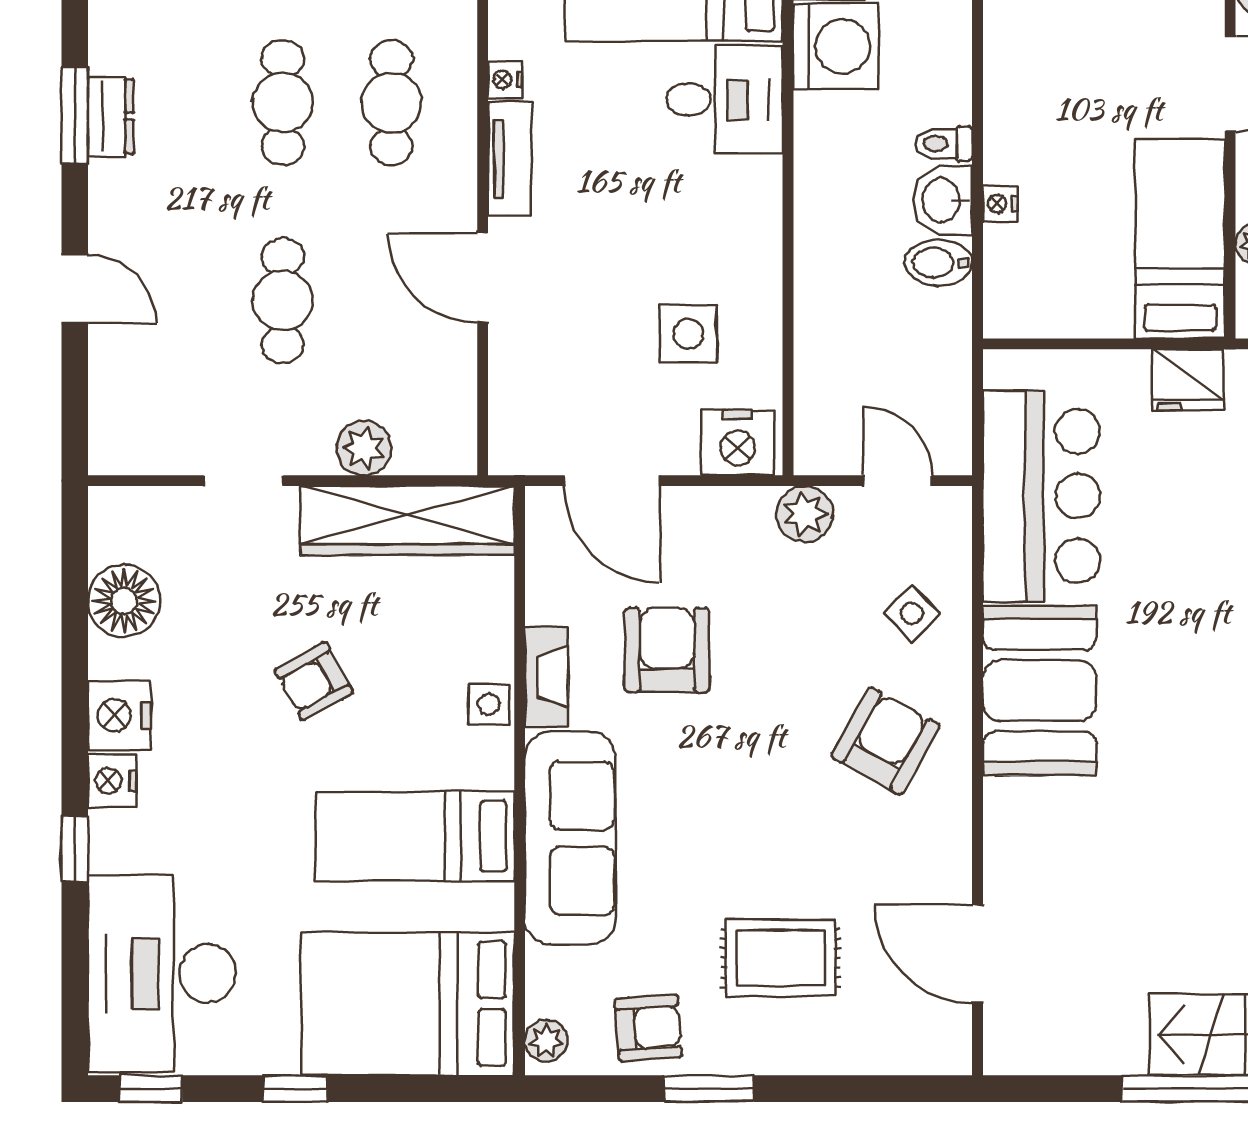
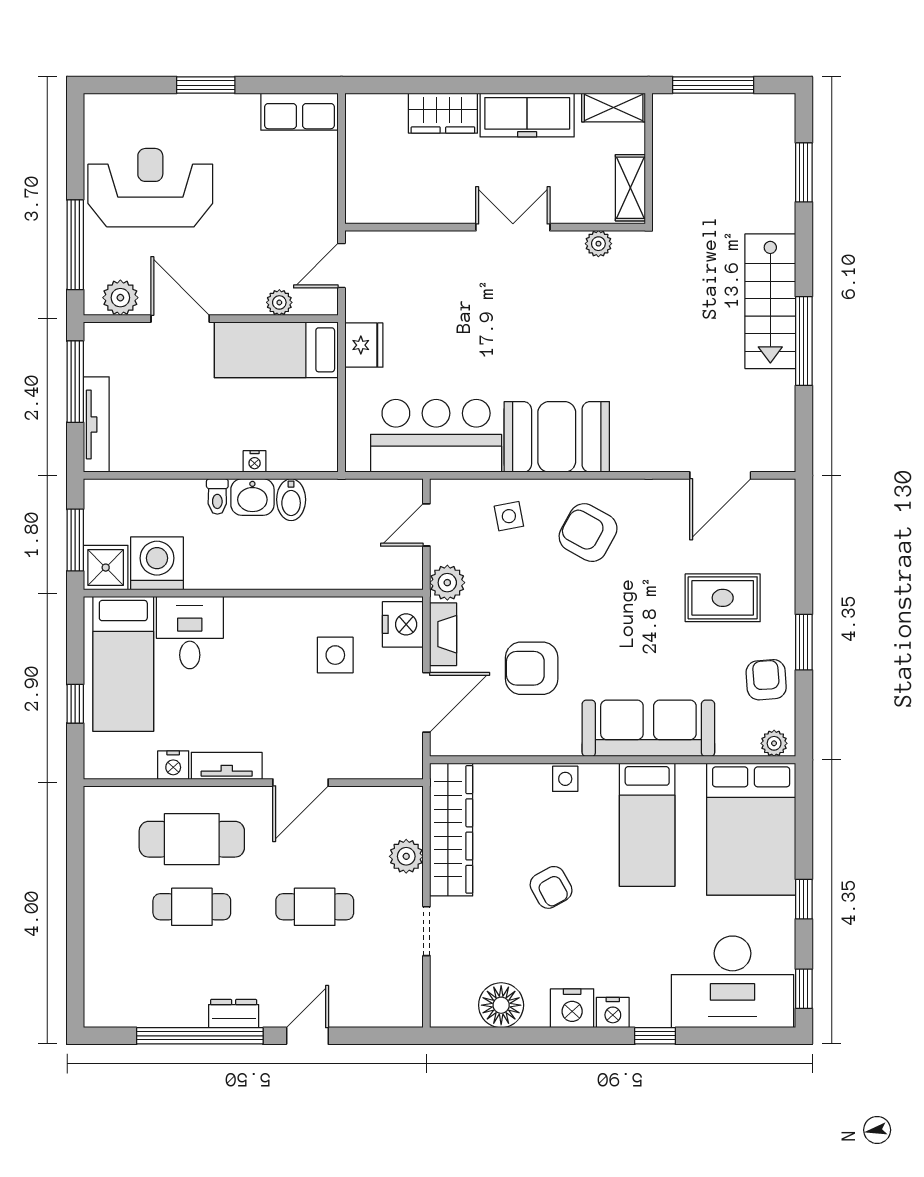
nightstand: (505, 80) -> (173, 765), width x1.39, depth x1.35
cafe table: (391, 103) -> (192, 839), width x1.37, depth x1.35
window: (75, 115) -> (200, 1036), width x2.11
dresser: (111, 116) -> (234, 1014), moved
side table: (912, 613) -> (509, 516), turned 34
fireplace: (546, 677) -> (443, 634), moved, turned 90
rug: (780, 958) -> (723, 598), turned 90

